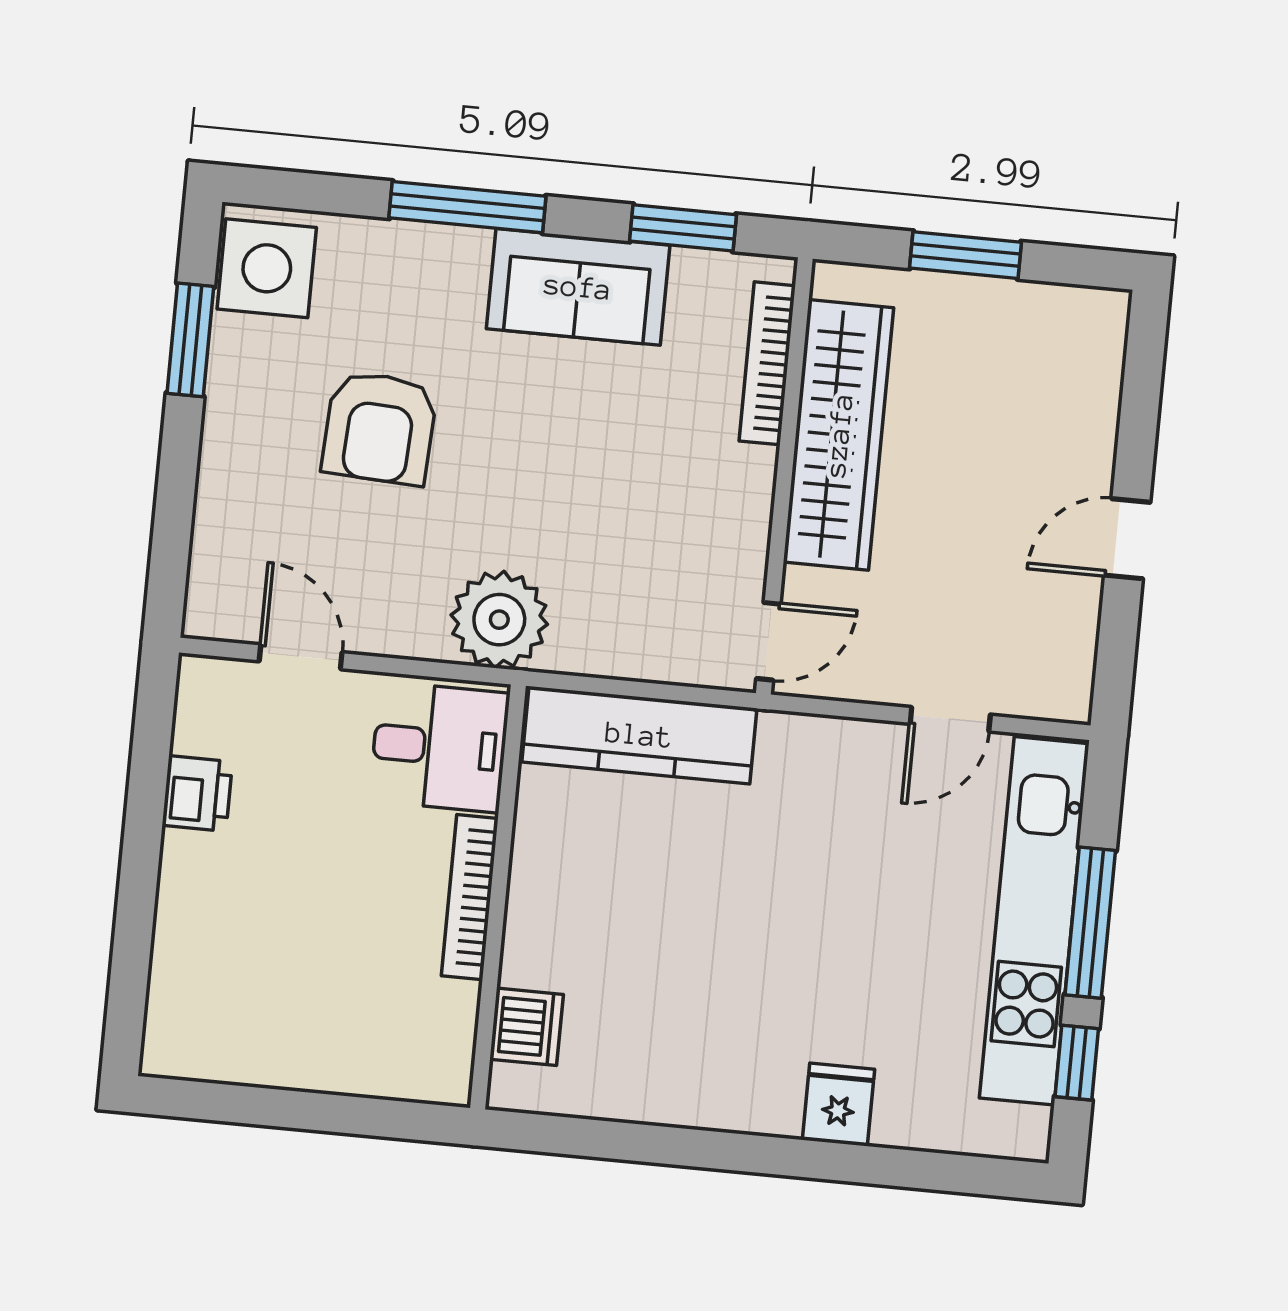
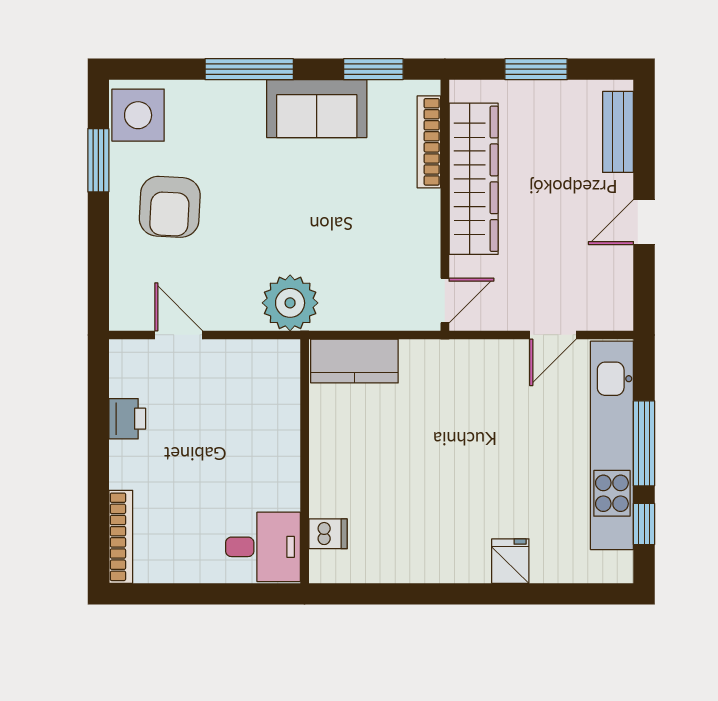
bench: (1097, 378) -> (618, 132), added
armchair: (380, 428) -> (170, 207), moved
kitchen counter: (639, 735) -> (354, 361), width x0.67
desk: (440, 747) -> (263, 547), moved
bookcase: (470, 897) -> (121, 537), moved, turned 180
dishwasher: (527, 1027) -> (328, 534), width x0.73

